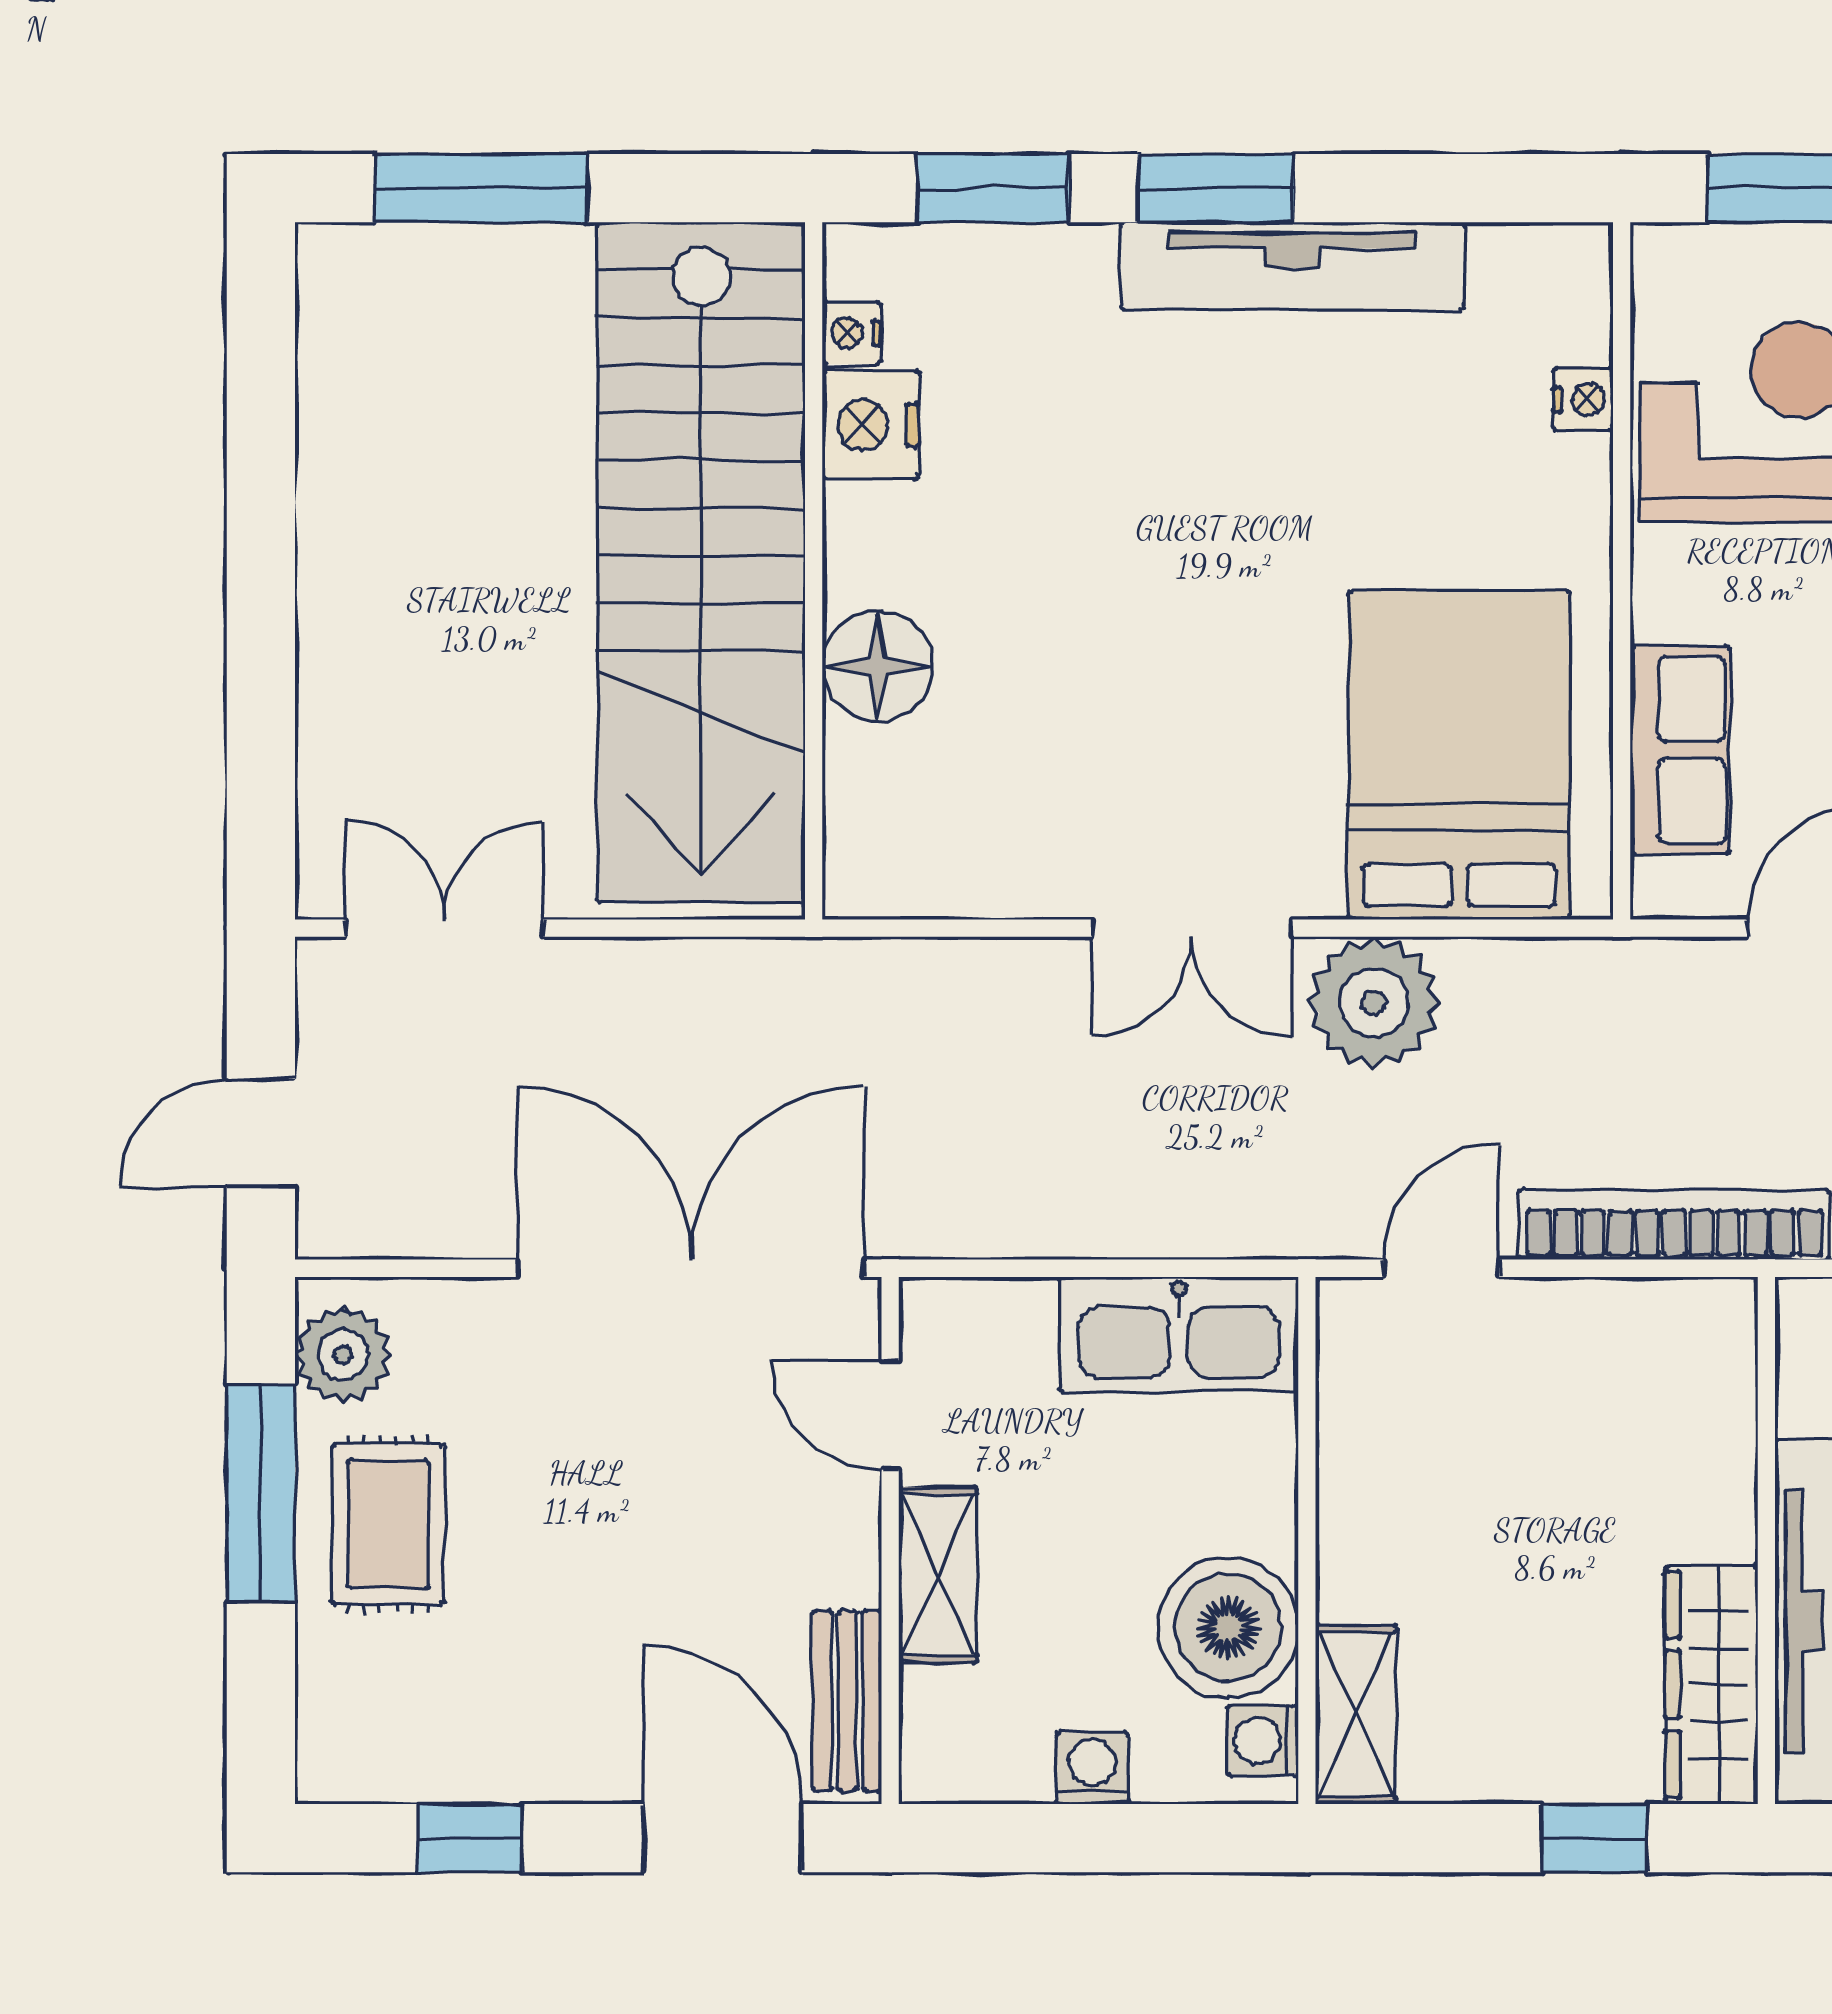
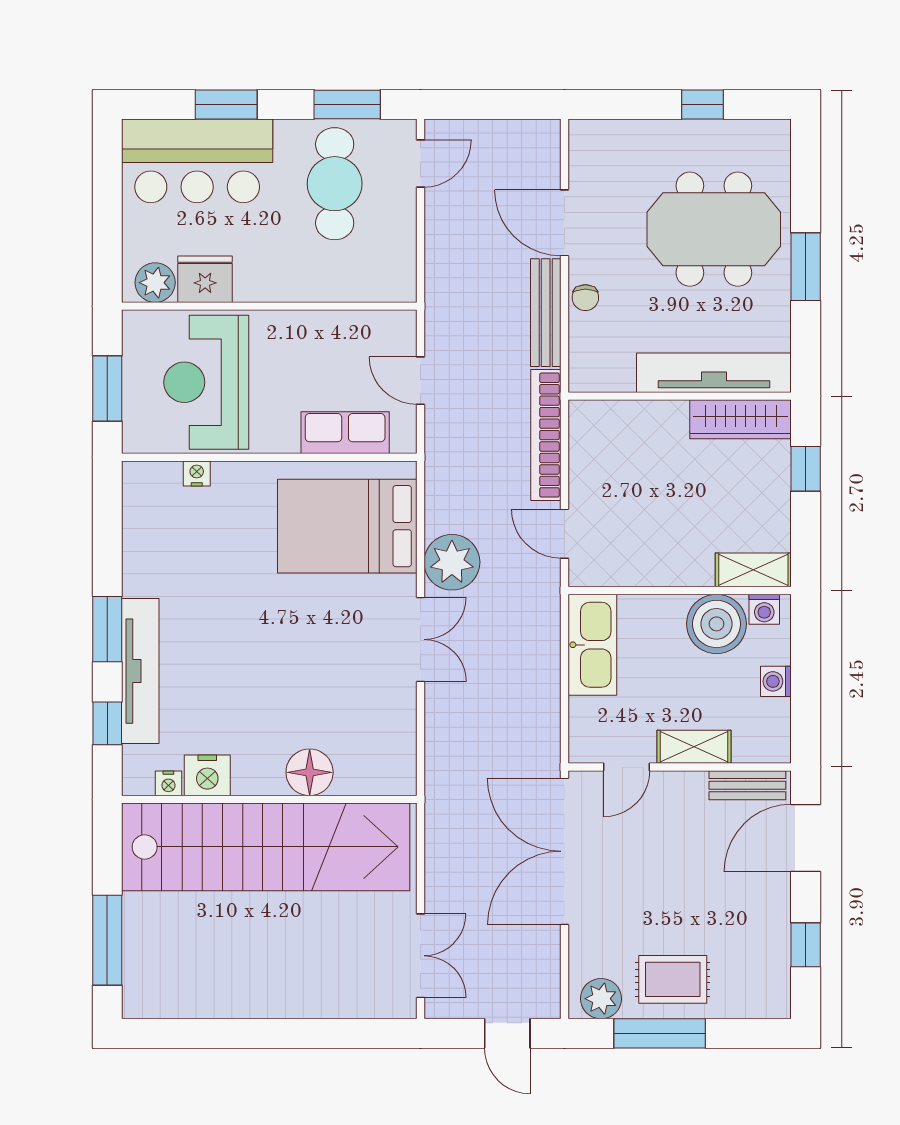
window: (993, 188) -> (107, 723), width x0.67
tv unit: (1292, 266) -> (140, 671), moved
double door: (444, 928) -> (420, 956), swing flipped

